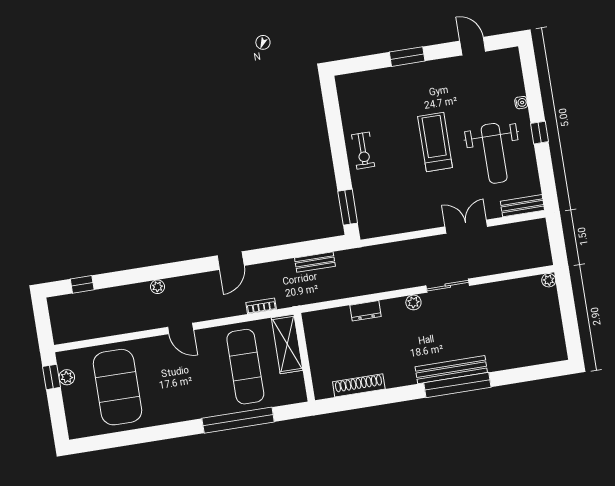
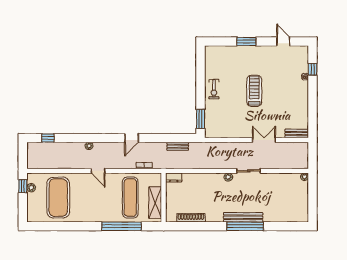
window: (539, 133) -> (312, 69), moved
weight bench: (494, 153) -> (286, 102), removed
dresser: (366, 311) -> (174, 177), moved
shelving: (287, 344) -> (155, 203), moved

